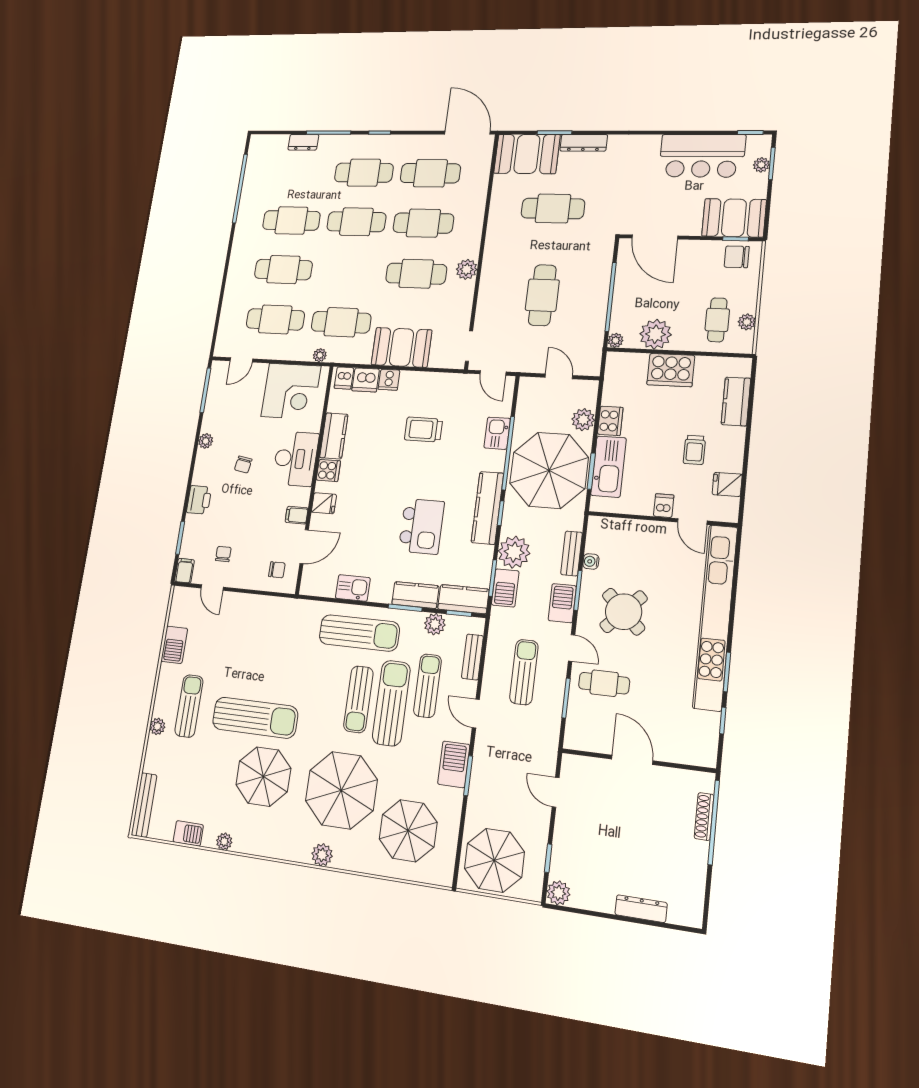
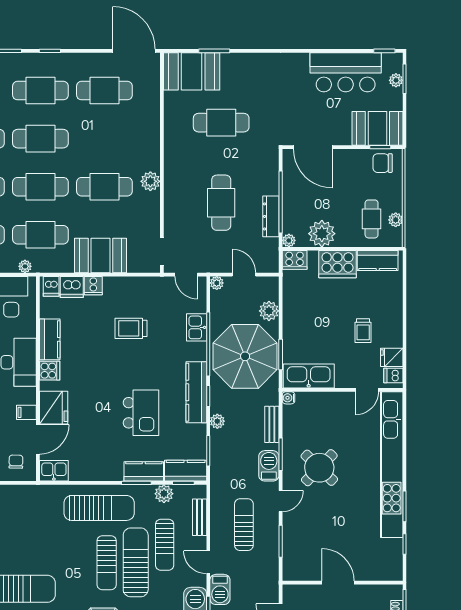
dresser: (584, 143) -> (271, 216), moved, turned 90
cafe table: (423, 223) -> (40, 187), moved
plant: (526, 384) -> (217, 283), added
kitchen counter: (736, 401) -> (378, 261), moved, turned -90
cooker: (610, 421) -> (295, 260), moved, turned 90
kitchen sink: (608, 467) -> (309, 376), moved, turned -90
fridge: (324, 503) -> (54, 408), width x1.88, depth x1.34
dishwasher: (664, 506) -> (393, 375), moved, turned -90
door: (692, 522) -> (367, 390), hinge flipped
plant: (514, 552) -> (217, 421), width x0.53, depth x0.53
water cooler: (591, 561) -> (288, 398), moved
chair: (277, 570) -> (16, 462), turned -89
kitchen sink: (353, 588) -> (54, 471), moved
barbecue: (505, 588) -> (220, 589), moved
door: (572, 648) -> (281, 501), hinge flipped
cafe table: (604, 683) -> (310, 526), removed
sun lounger: (427, 686) -> (165, 545), turned 180

